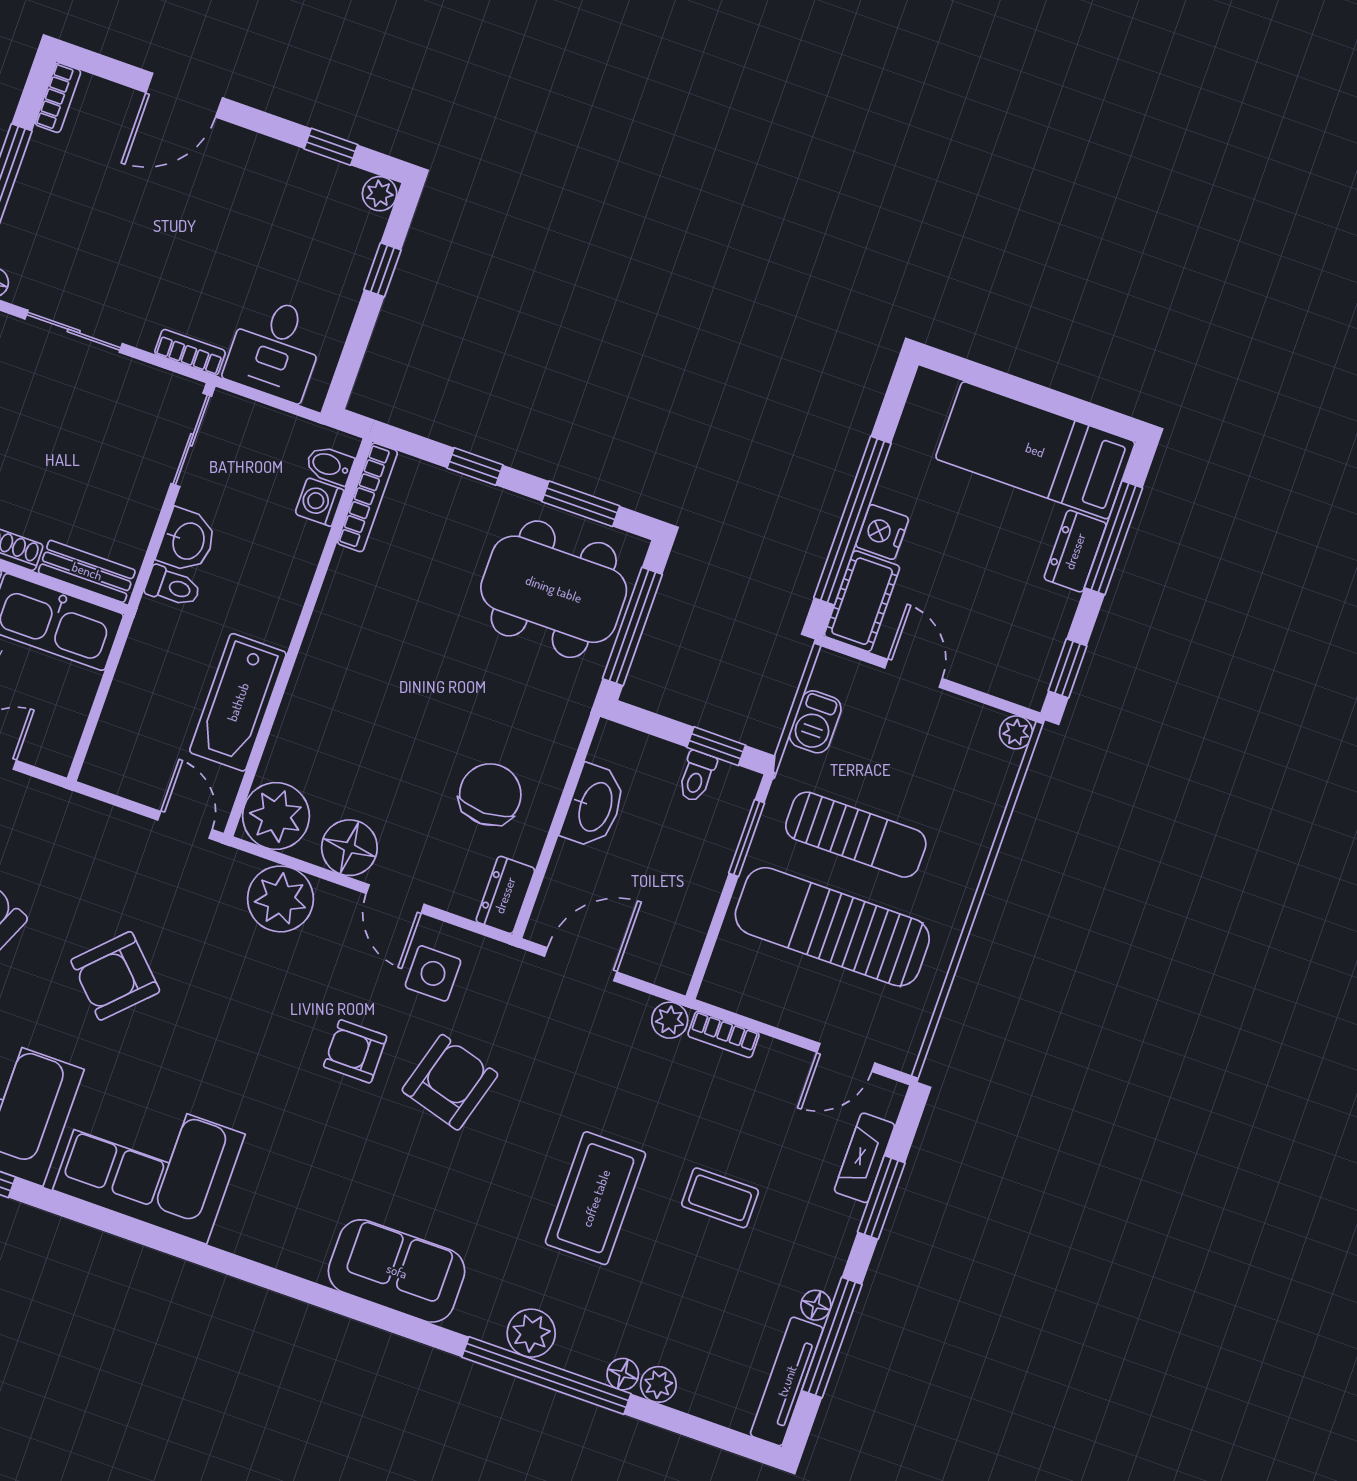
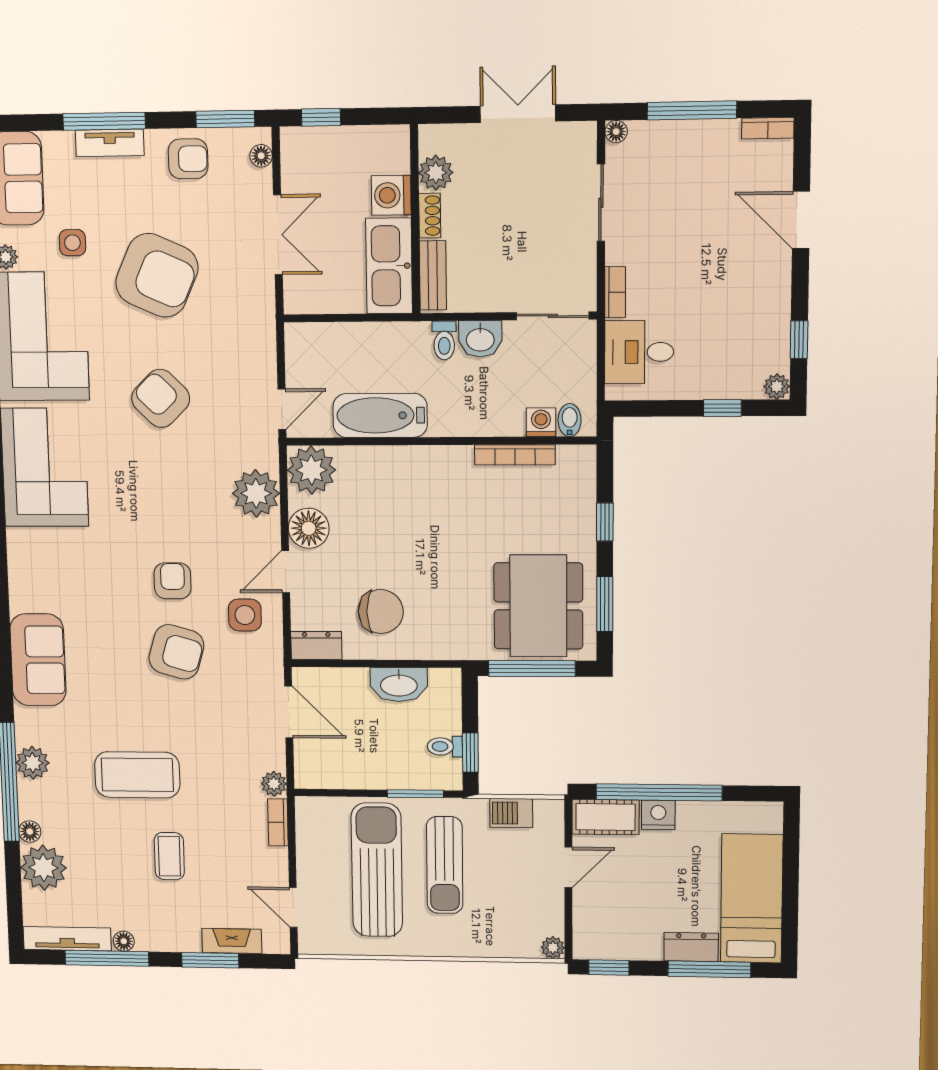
bookcase: (367, 497) -> (515, 455), moved
plant: (658, 1384) -> (44, 868), width x1.88, depth x1.88

